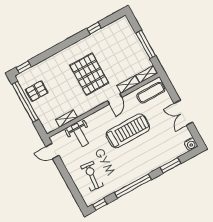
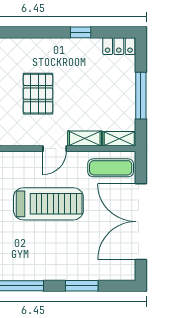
locker: (119, 24) -> (119, 46), added
pallet: (89, 74) -> (38, 94), width x0.73, depth x0.71
double door: (183, 113) -> (141, 222), width x1.87
water cooler: (191, 144) -> (127, 272), removed

